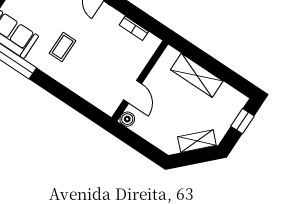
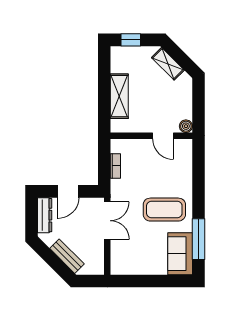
coffee table: (63, 47) -> (164, 210), width x1.86, depth x1.72
door: (133, 92) -> (163, 136), swing flipped

